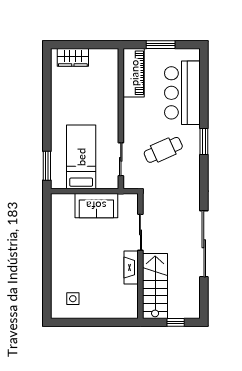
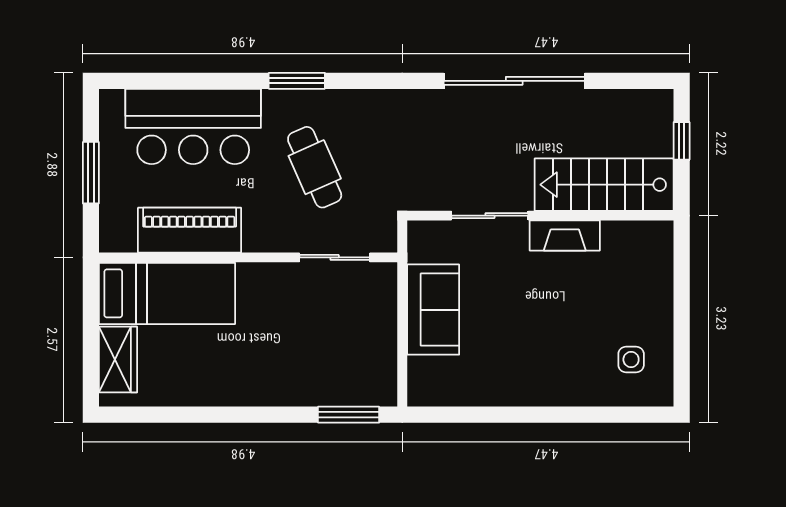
piano: (134, 73) -> (190, 230), moved
bed: (81, 157) -> (167, 293), moved, turned 180

